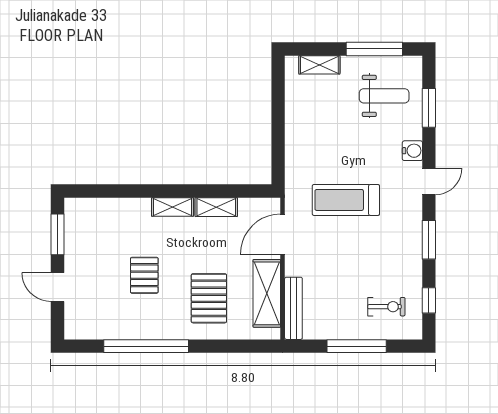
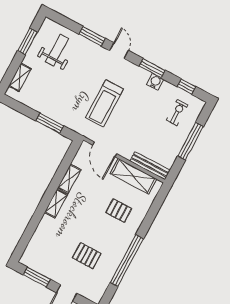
window: (374, 49) -> (28, 41), width x0.69
window: (429, 108) -> (92, 36), moved
window: (278, 139) -> (50, 123), added
water cooler: (412, 151) -> (155, 82), moved
pallet: (144, 275) -> (87, 256), moved
pallet: (209, 298) -> (119, 211), width x0.67, depth x0.71

